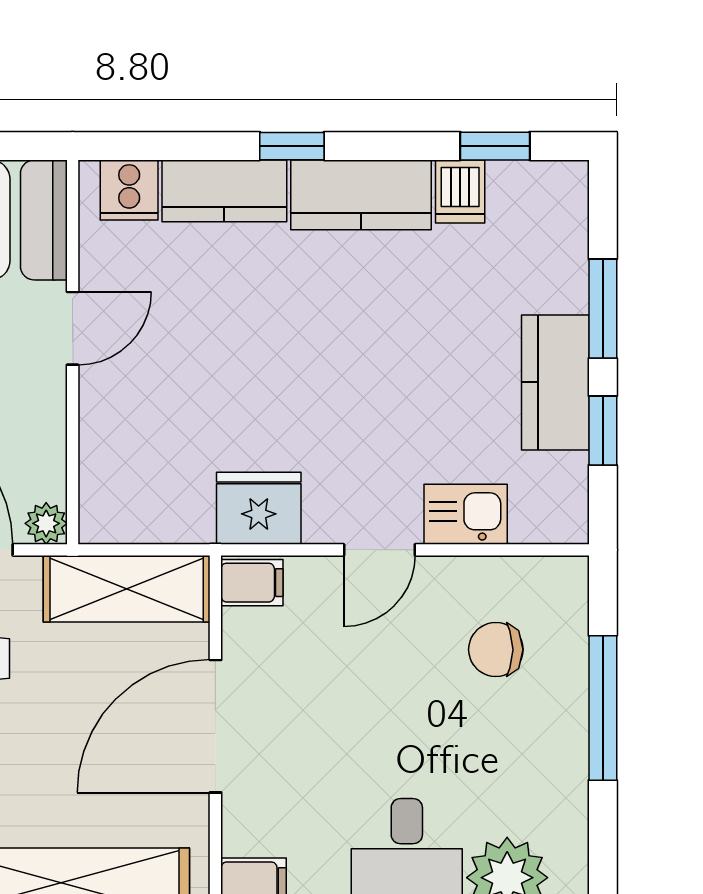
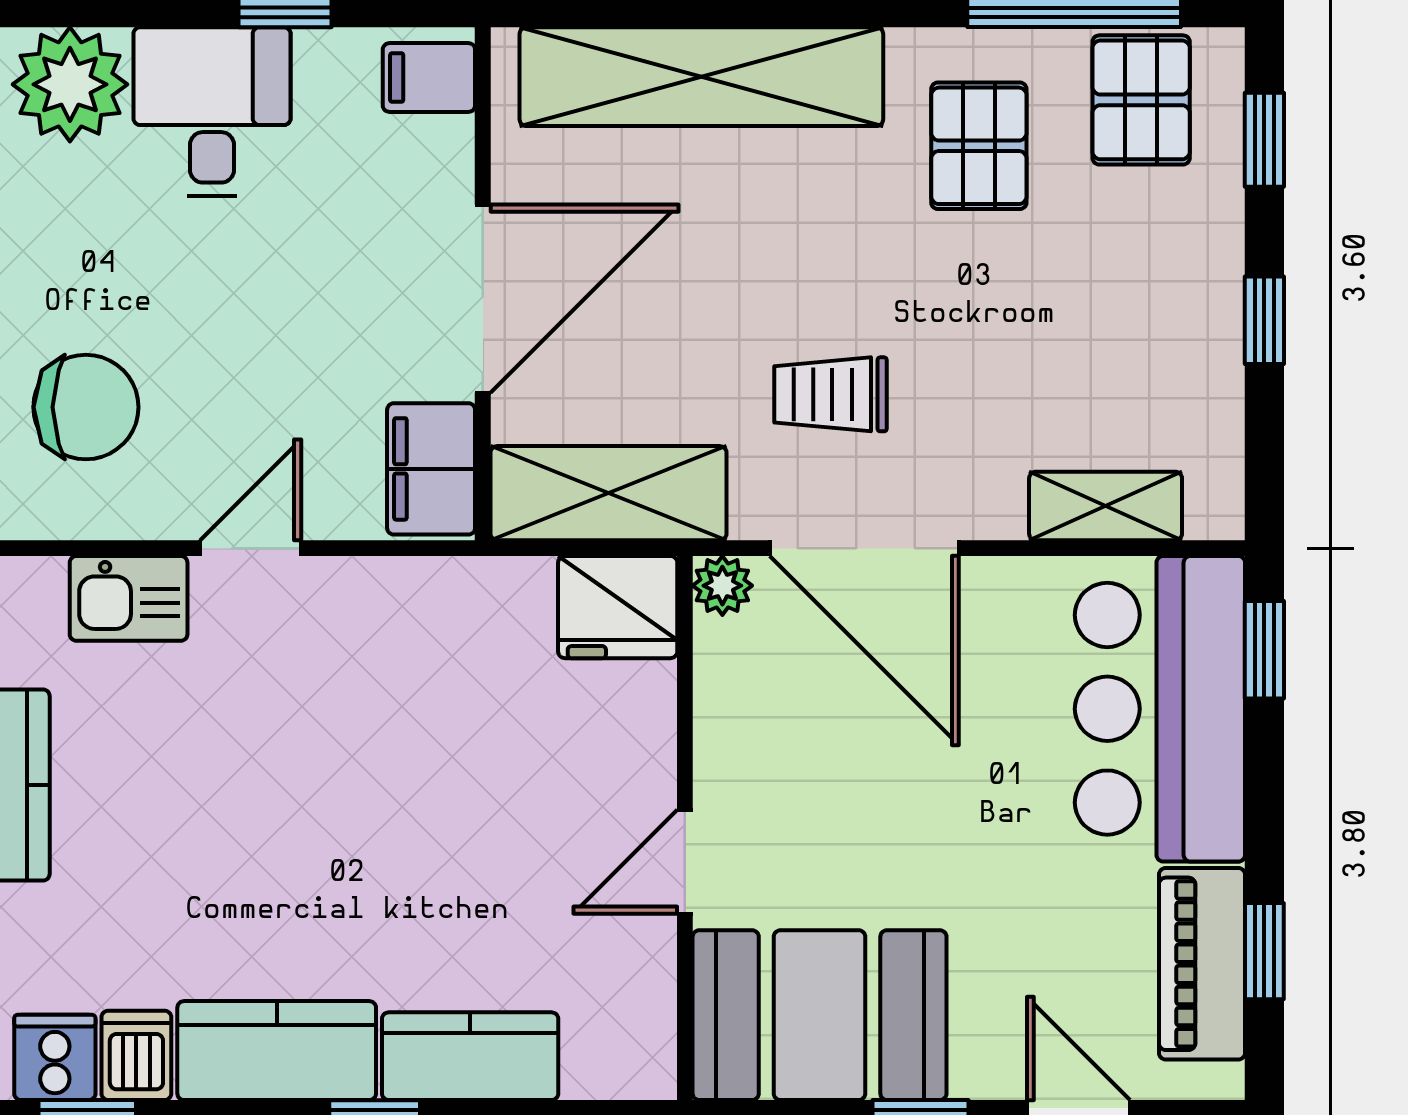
cooker: (129, 190) -> (55, 1057), moved
fridge: (259, 508) -> (618, 607), moved
filing cabinet: (252, 583) -> (431, 469), width x2.00
chair: (496, 650) -> (86, 407), width x1.37, depth x1.37

